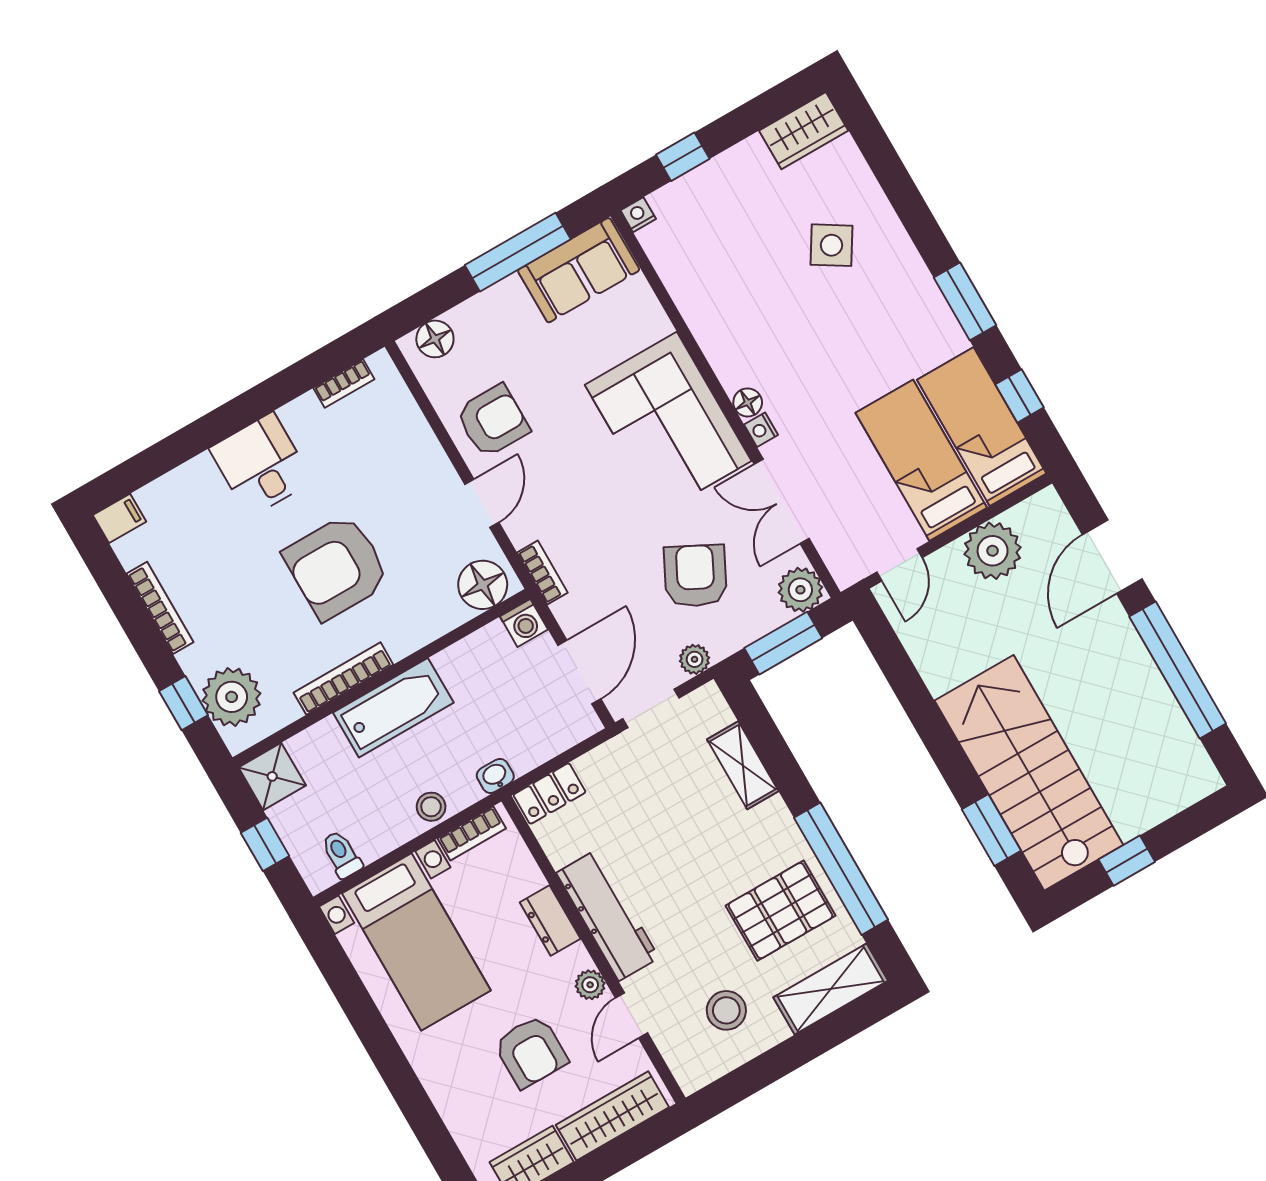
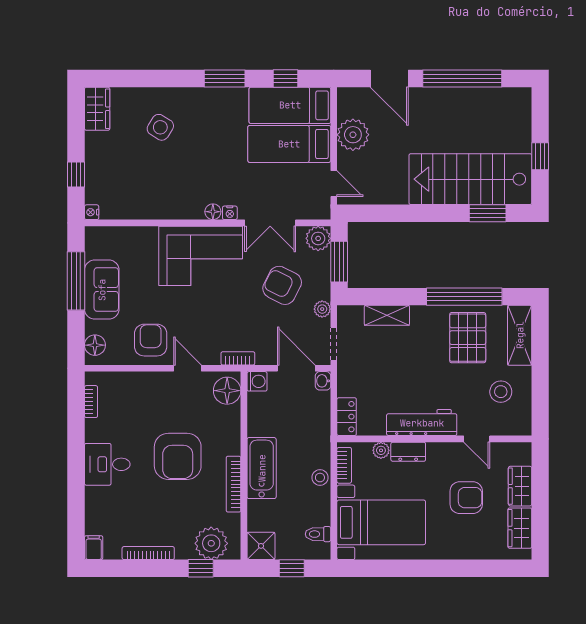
sofa: (579, 270) -> (102, 290), moved
washbasin: (495, 776) -> (323, 381), moved
plant: (590, 985) -> (381, 450), moved
wardrobe: (612, 1116) -> (520, 486), width x0.67

